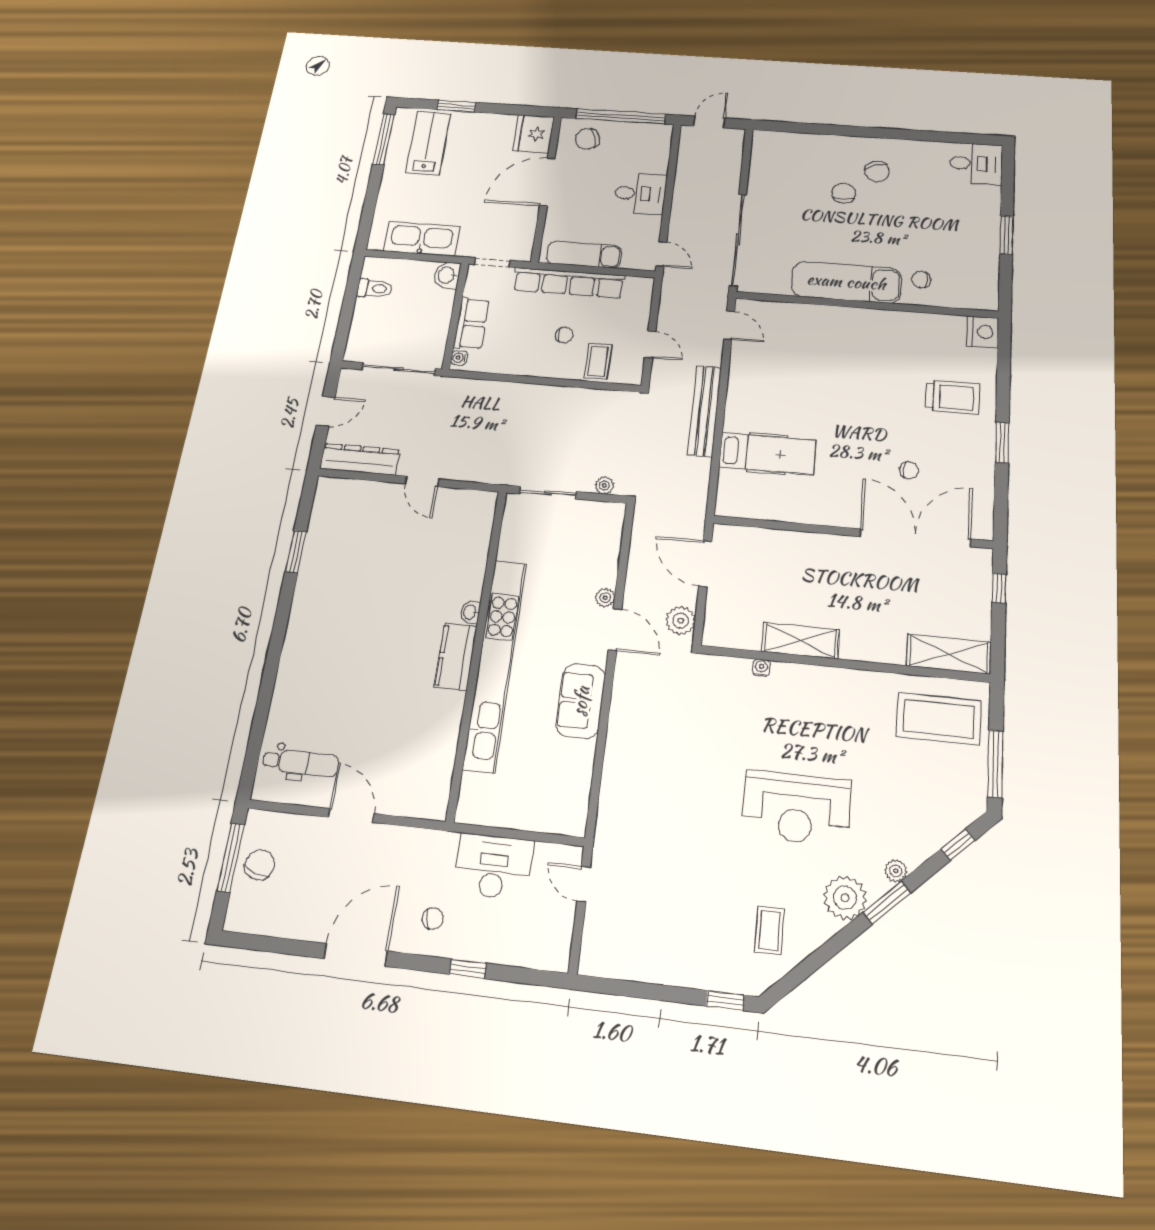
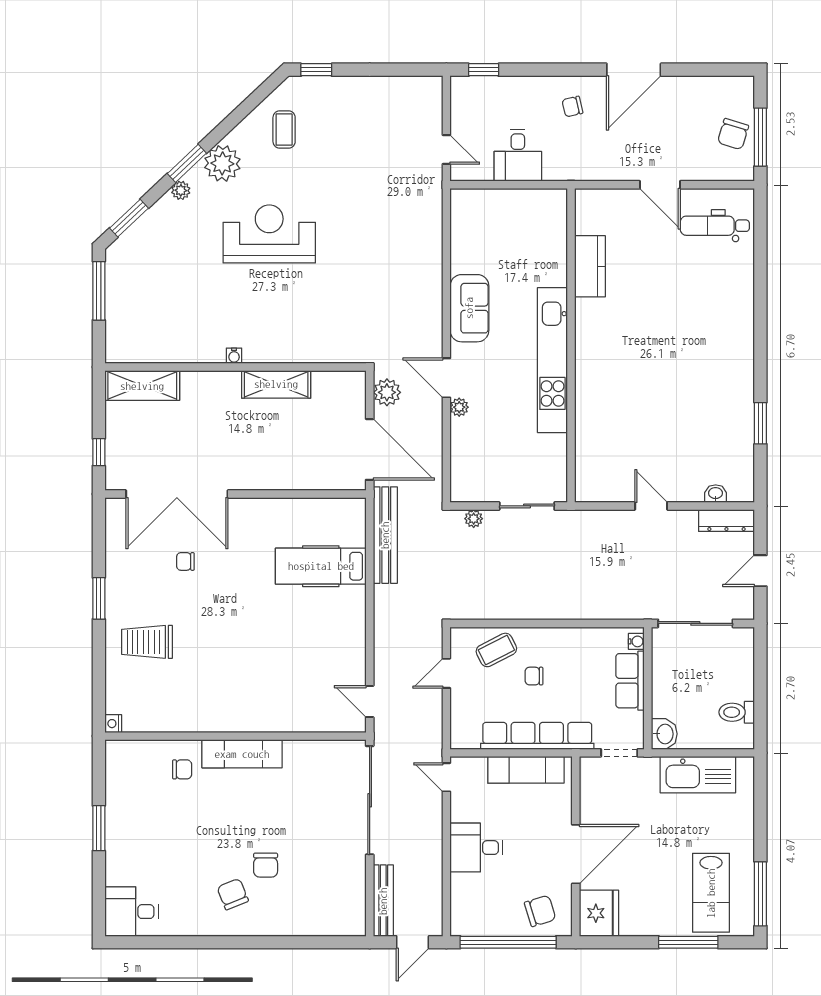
window: (456, 106) -> (688, 942), width x1.44
bench: (733, 157) -> (383, 901), added
exam couch: (846, 282) -> (242, 754), width x0.73, depth x0.69
nightstand: (983, 332) -> (113, 724), width x0.53, depth x0.56
door: (650, 344) -> (446, 673), hinge flipped
coffee table: (598, 361) -> (496, 650), turned 63
bench: (705, 411) -> (385, 535), moved
dresser: (360, 459) -> (726, 521), width x0.73, depth x0.80
door: (705, 564) -> (370, 449), width x1.36
washbasin: (470, 612) -> (716, 494), moved, turned -90
kitchen counter: (456, 657) -> (590, 266), moved
kitchen unit: (495, 664) -> (552, 360), width x0.73
water cooler: (761, 668) -> (234, 356), moved
coffee table: (939, 719) -> (149, 326), removed
window: (958, 845) -> (129, 218), width x1.50
desk: (493, 866) -> (518, 155), width x0.73
window: (468, 969) -> (484, 70), moved

